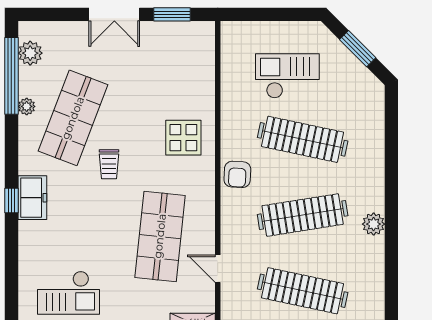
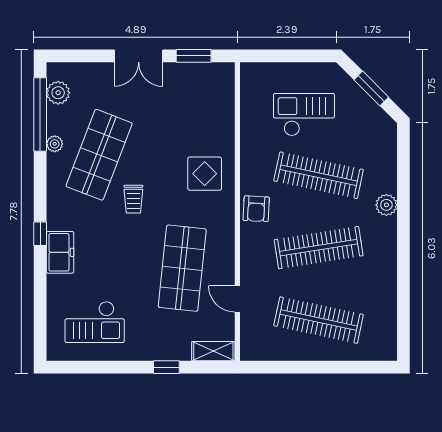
freezer: (32, 198) -> (60, 252), moved
plant: (374, 224) -> (386, 205), moved

